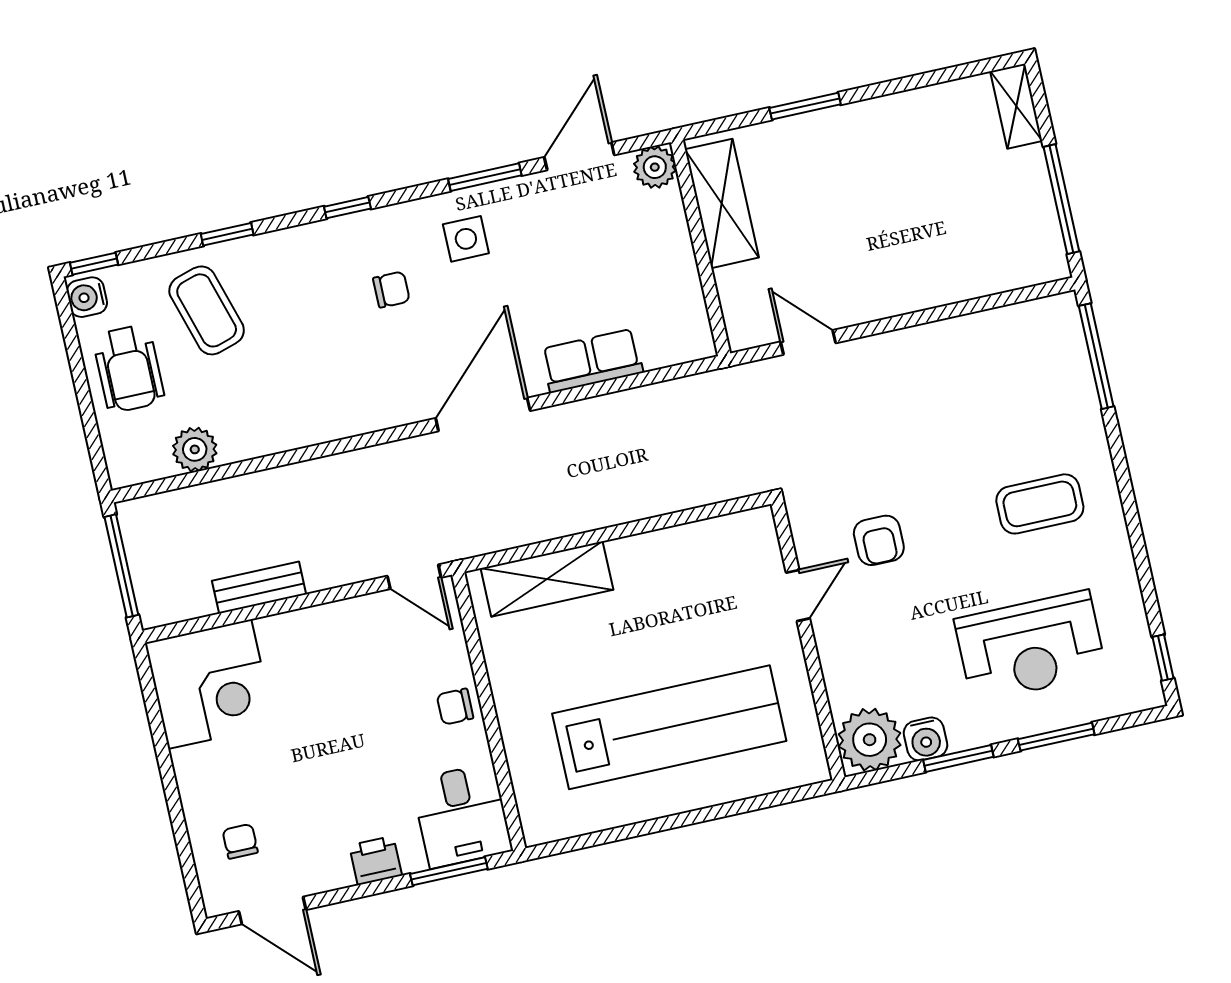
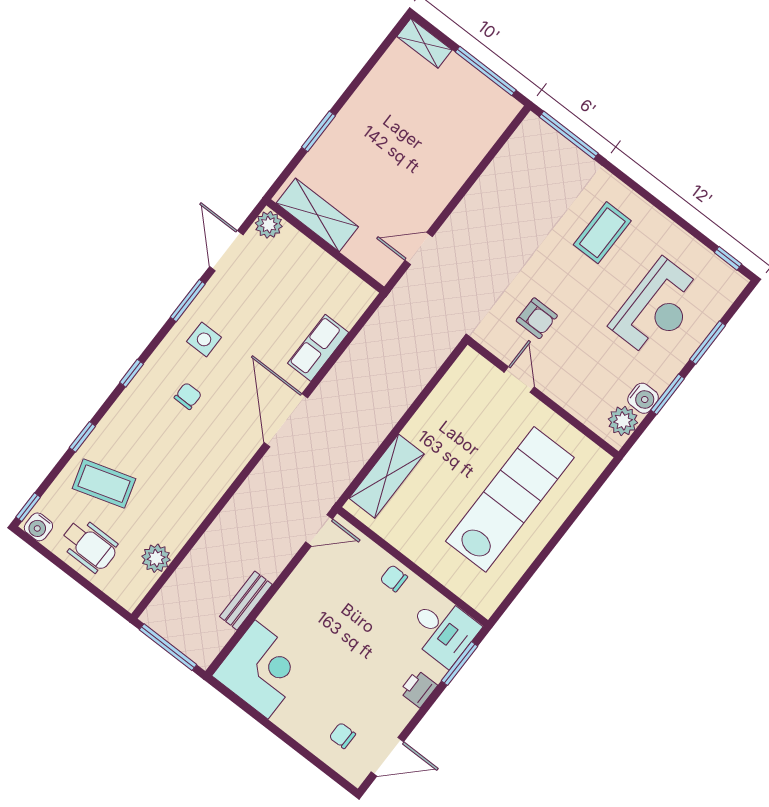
chair: (455, 707) -> (394, 578), turned 90
plant: (870, 740) -> (623, 421), width x0.73, depth x0.73

